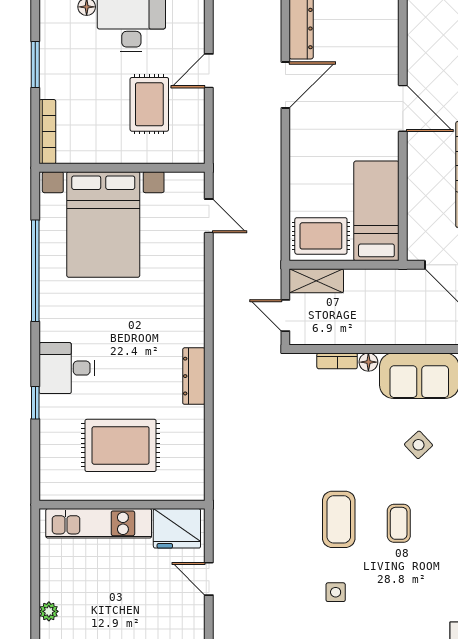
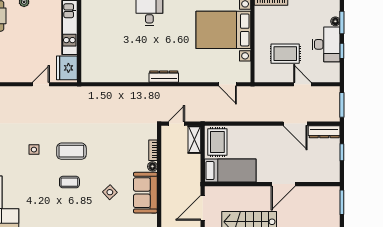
door: (209, 216) -> (228, 84), hinge flipped
dresser: (194, 376) -> (164, 77), moved
rug: (121, 445) -> (110, 39), removed

